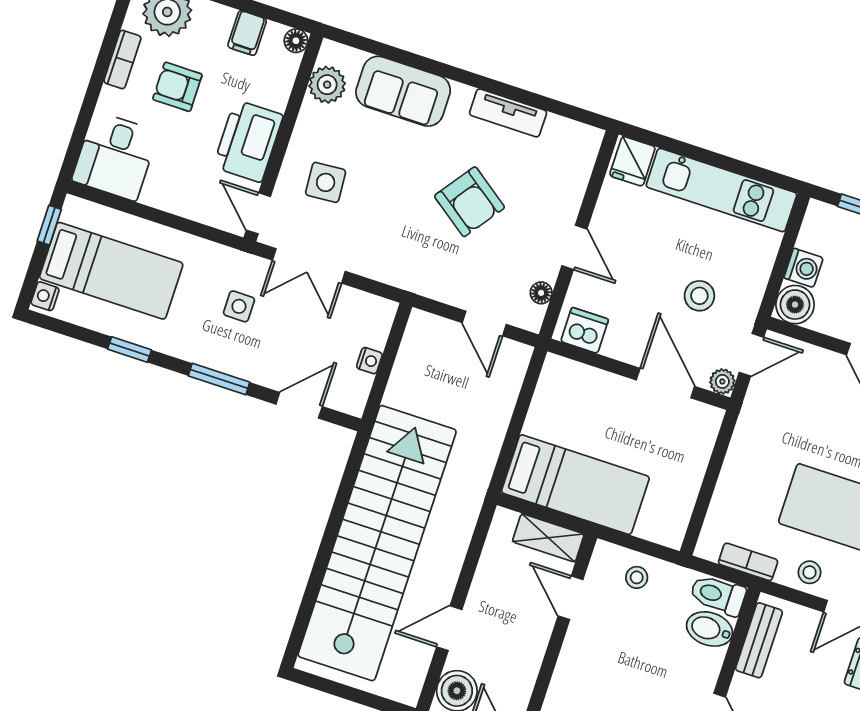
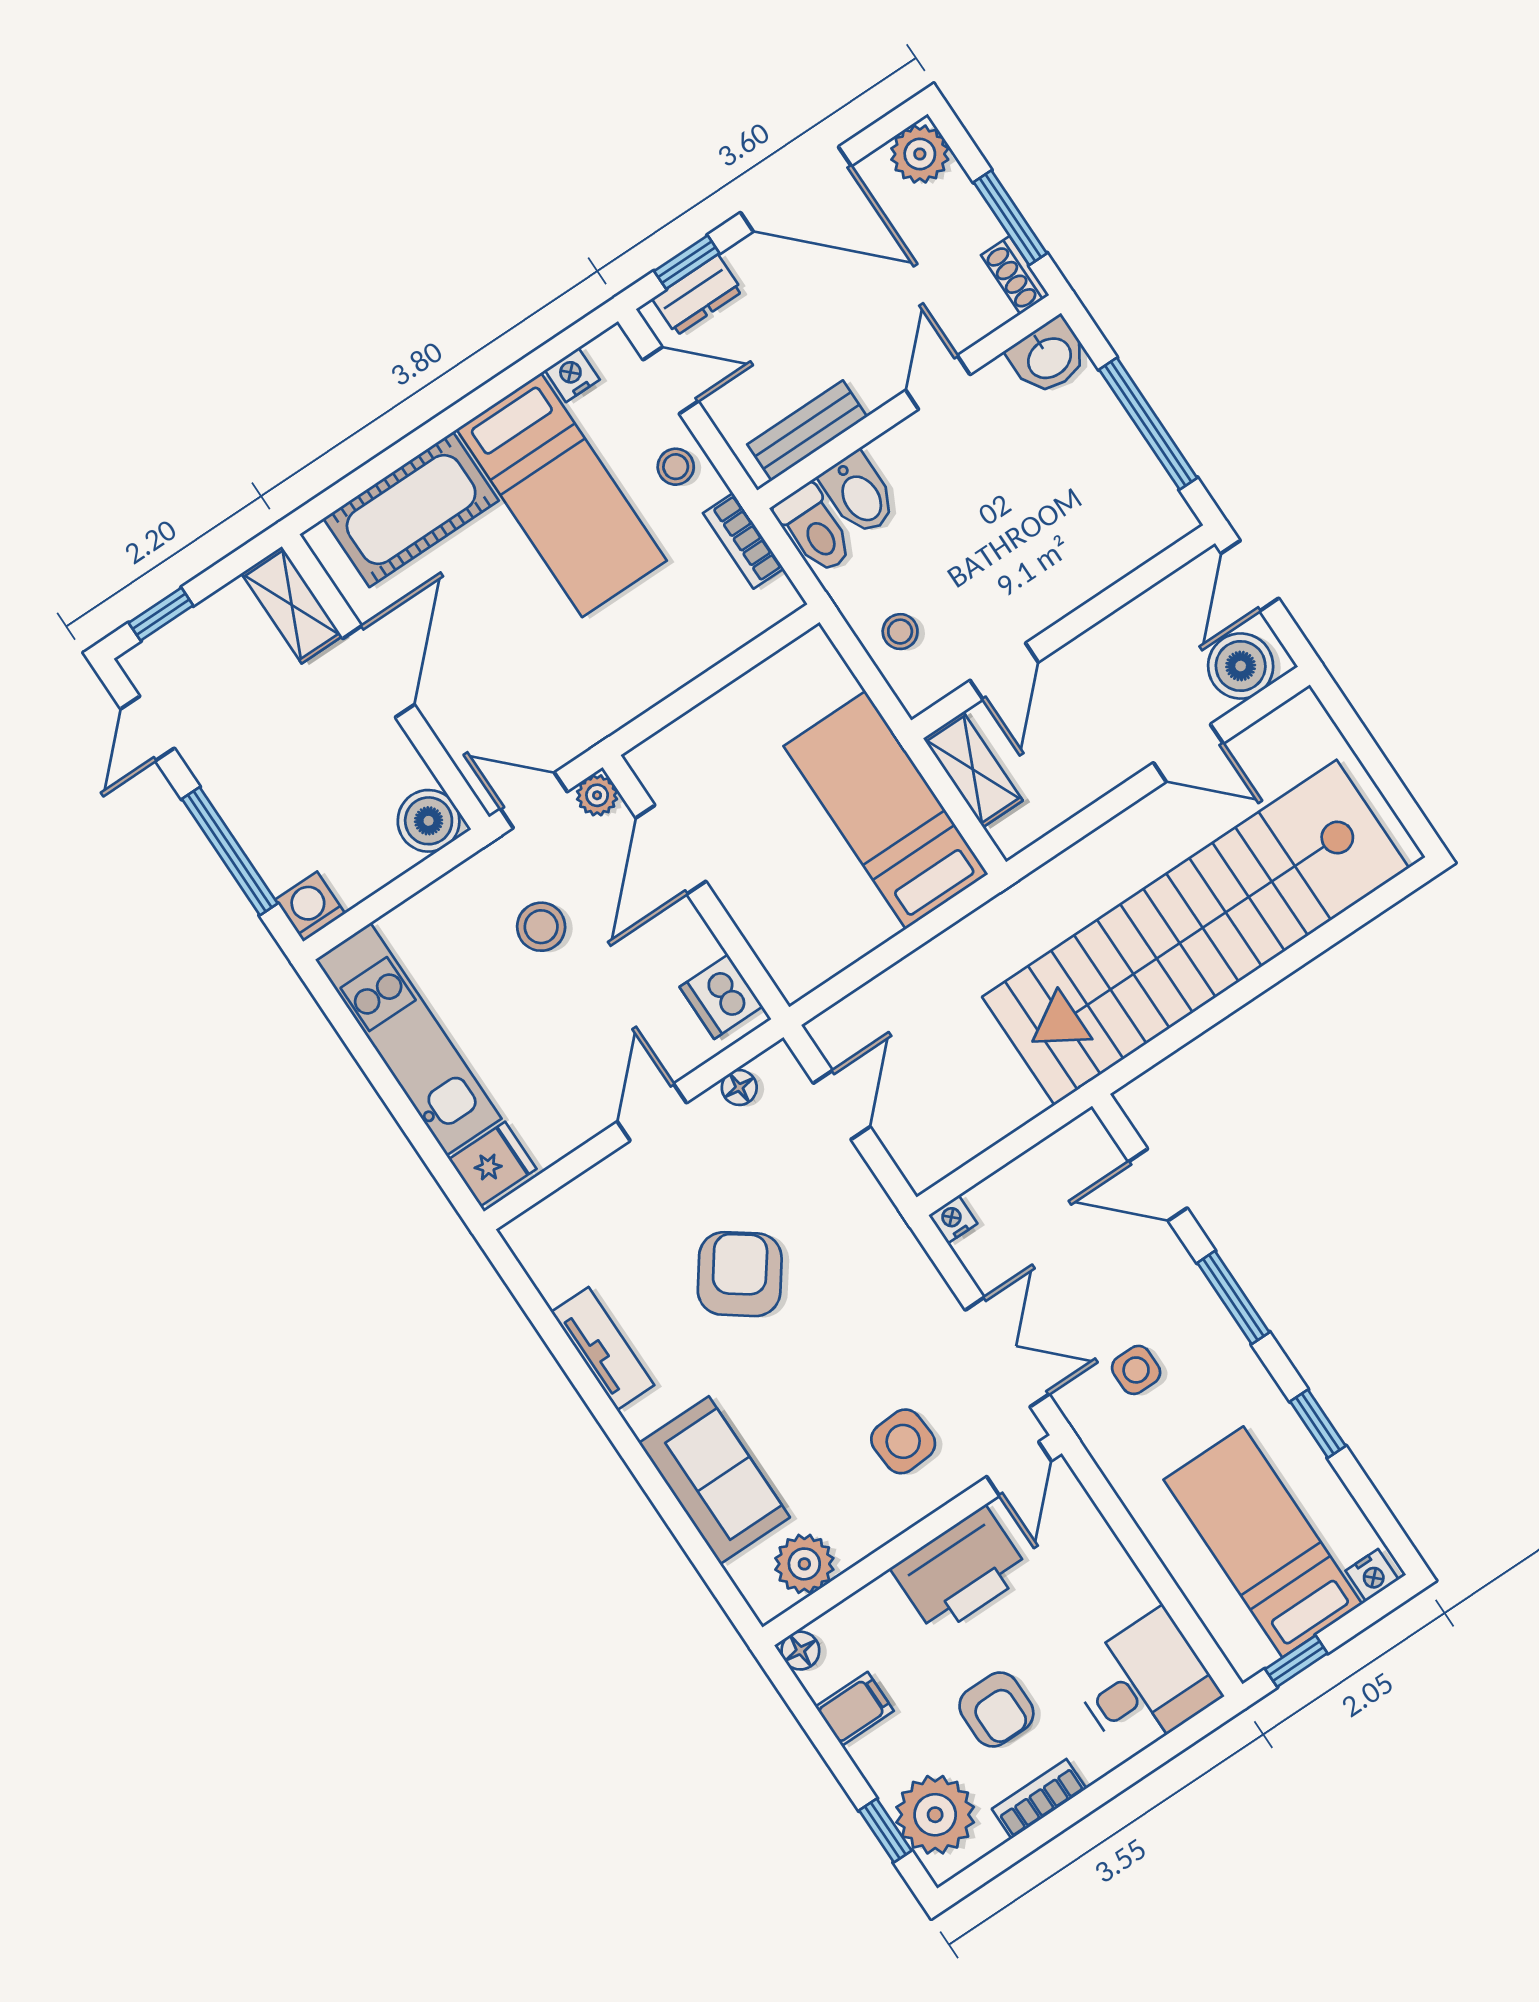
washing machine: (804, 268) -> (310, 907), moved
nightstand: (369, 361) -> (953, 1219), moved

